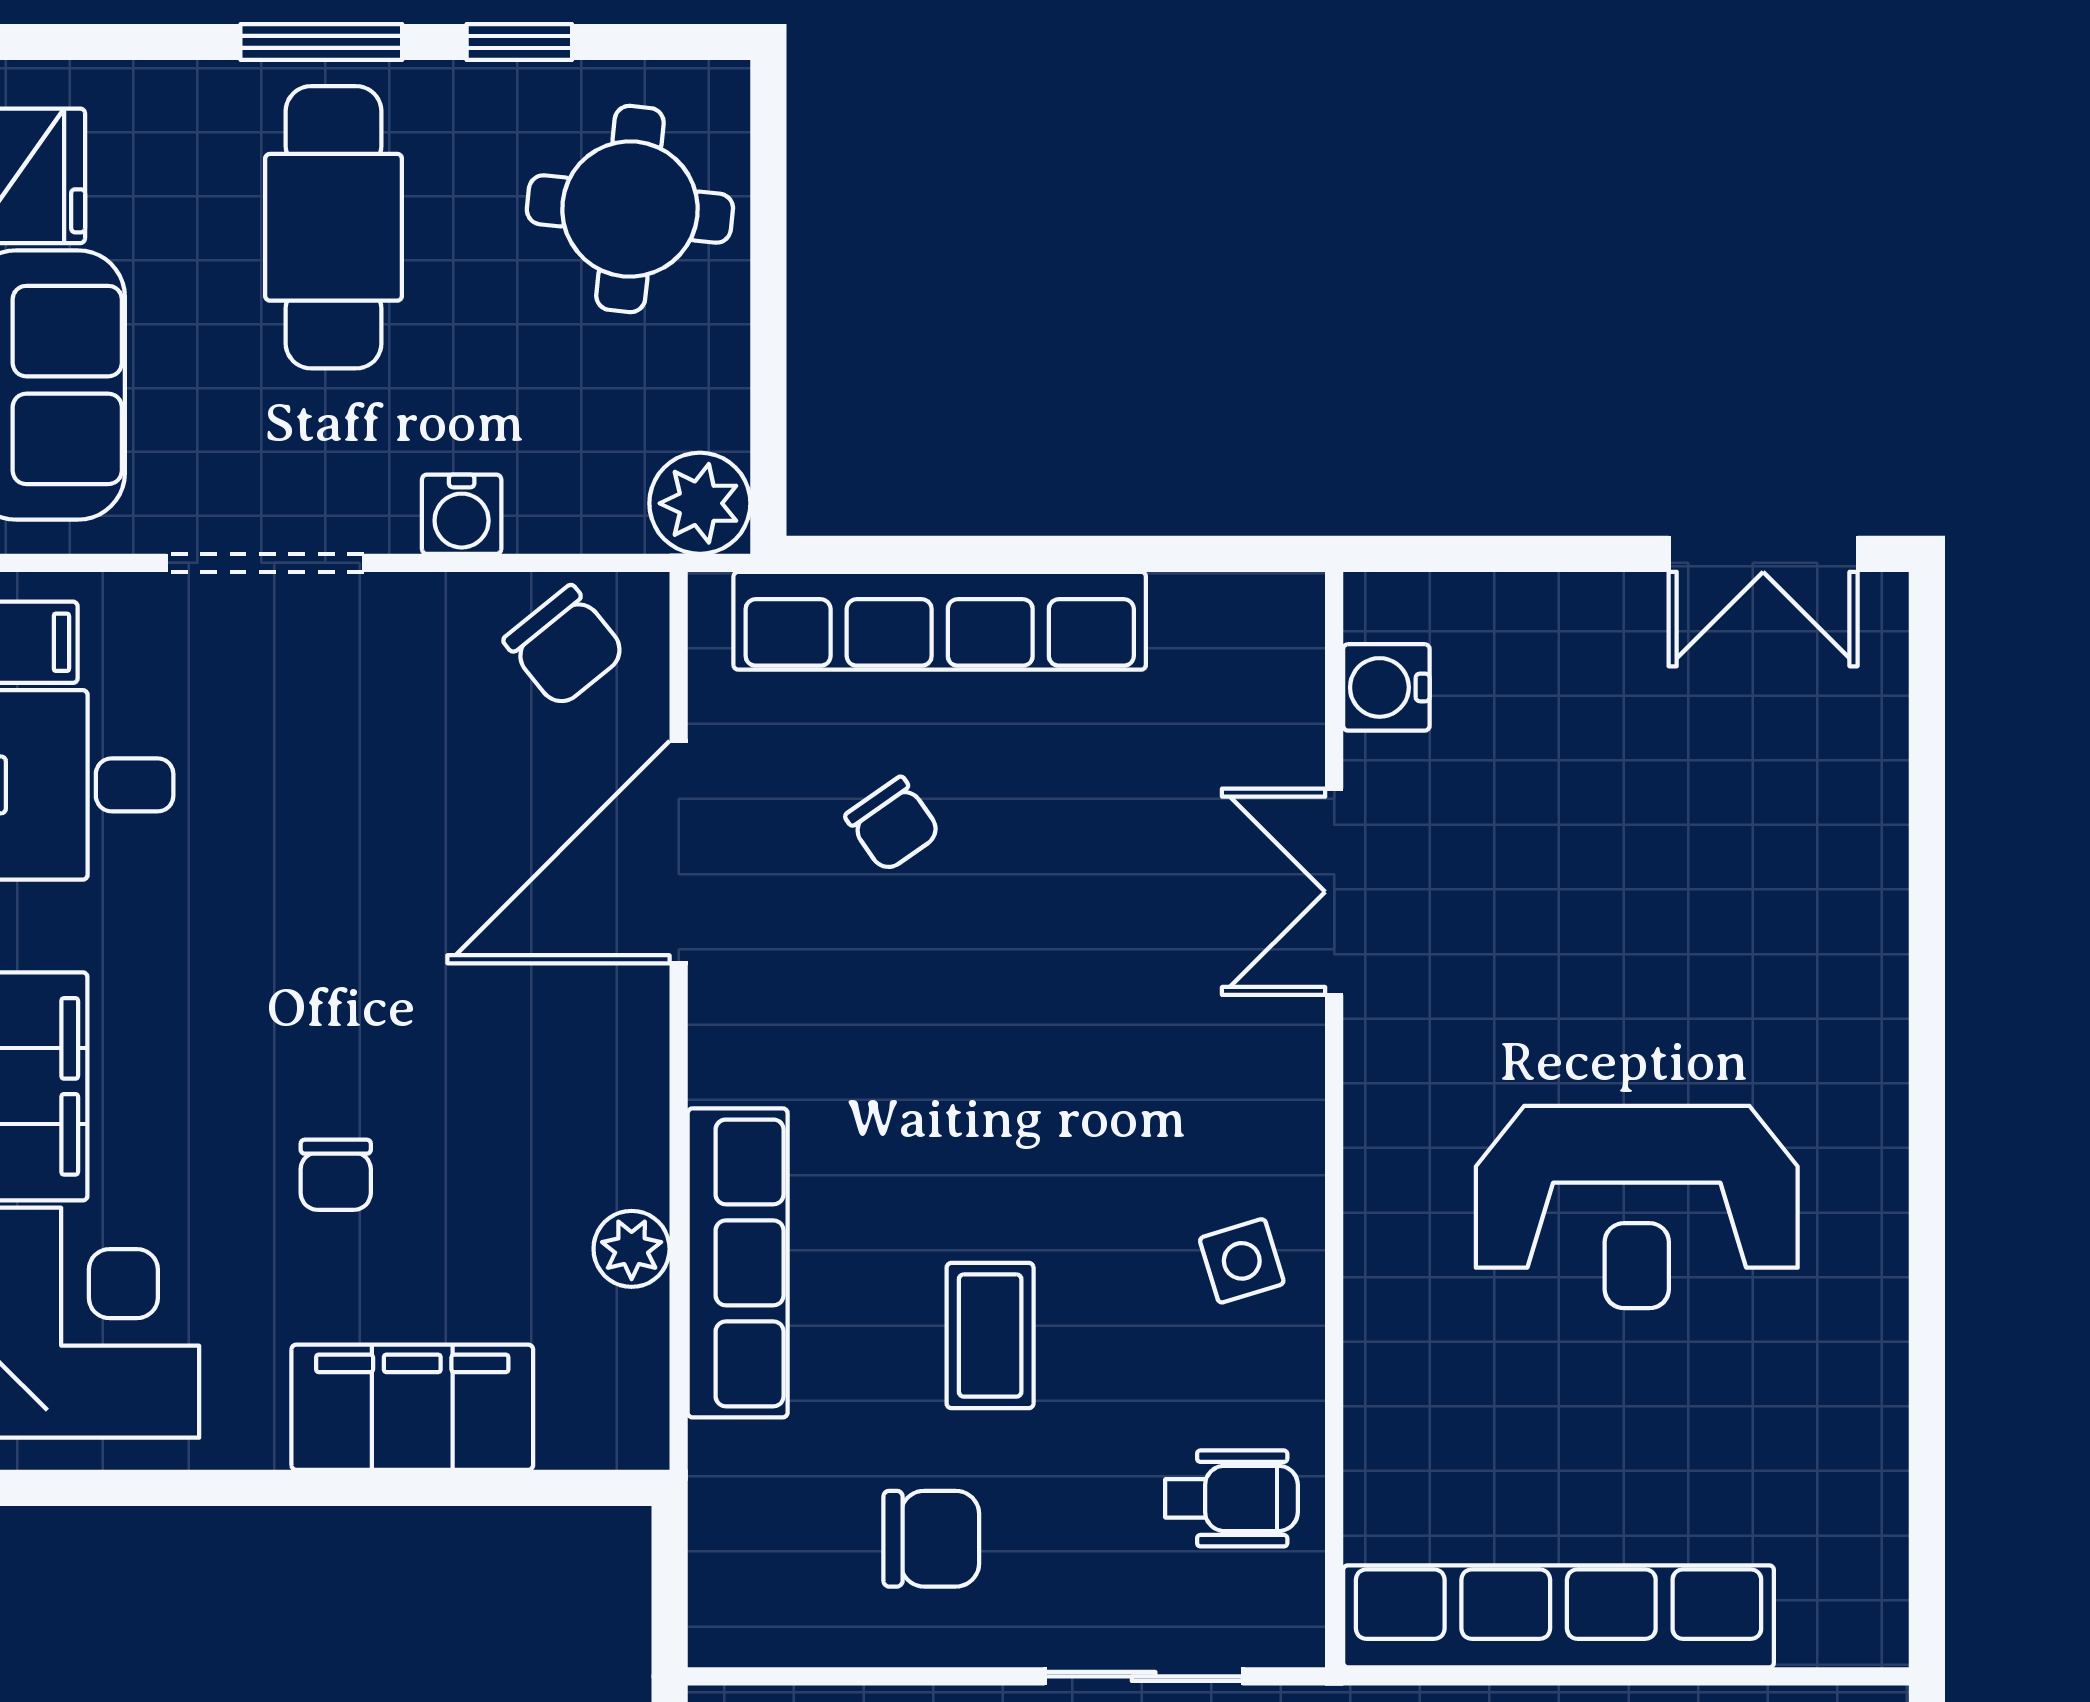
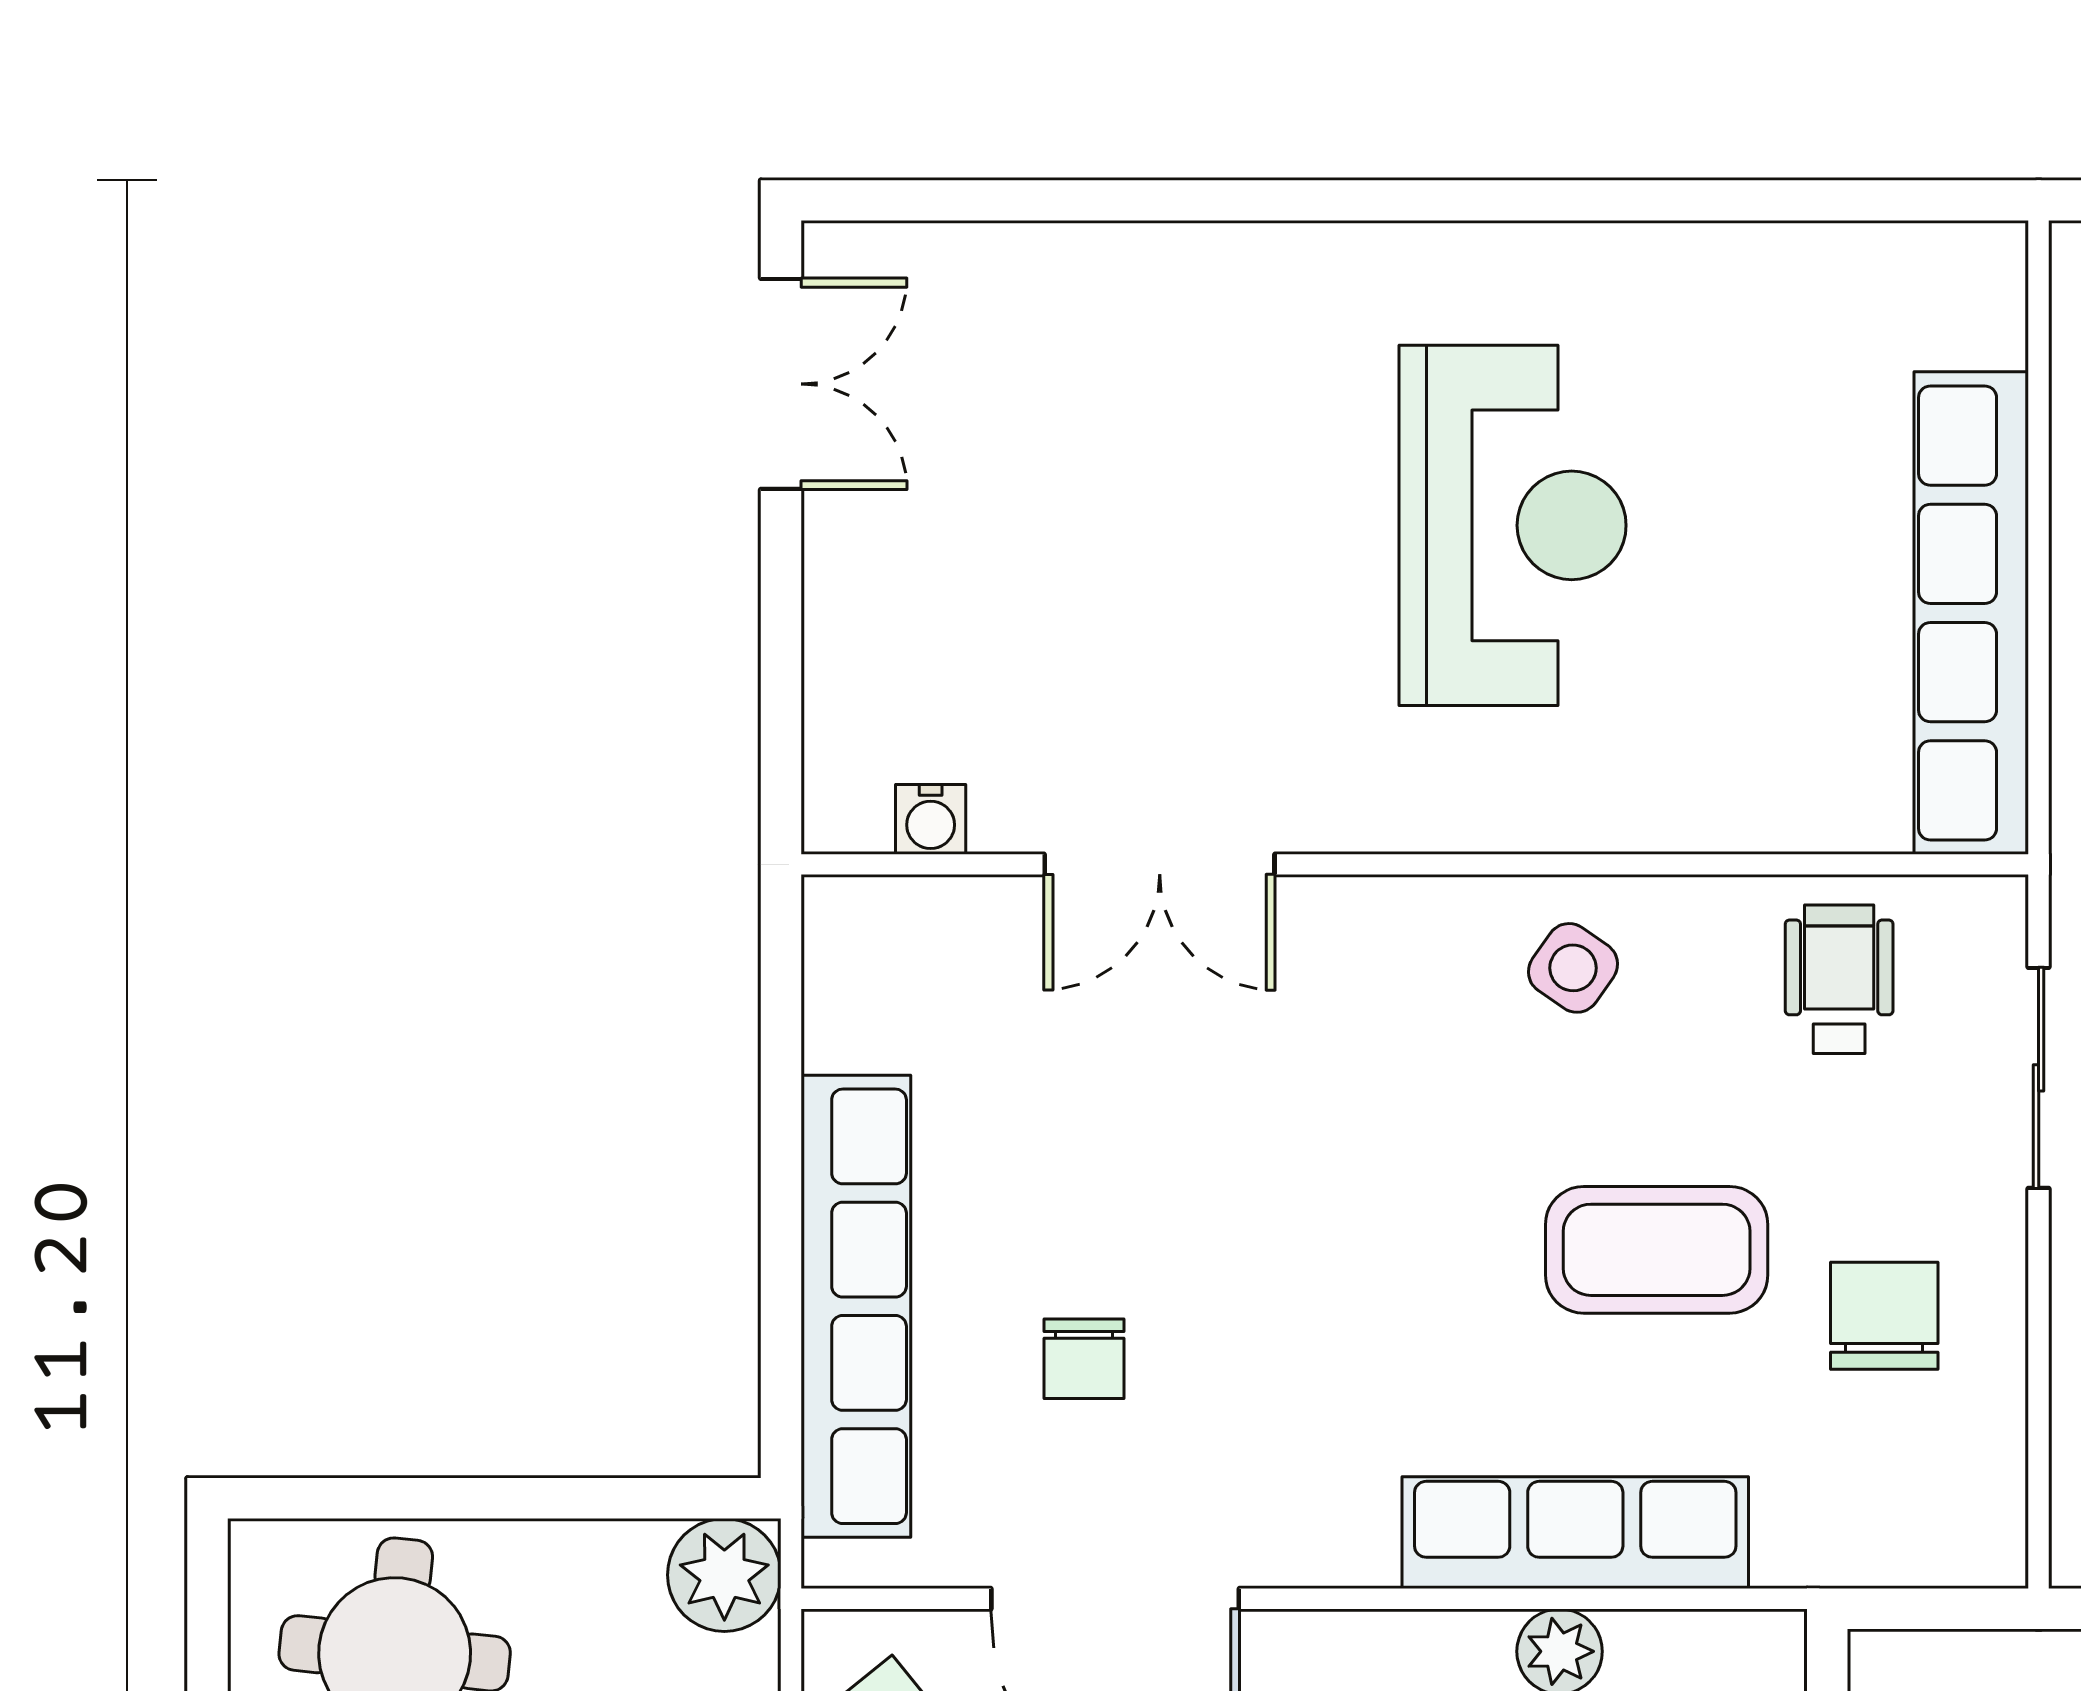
water cooler: (1386, 687) -> (931, 819), width x0.72, depth x0.72
chair: (893, 824) -> (1084, 1359), turned 125
side table: (1242, 1261) -> (1573, 968), turned -38
coffee table: (990, 1336) -> (1657, 1250), width x1.36, depth x1.30

